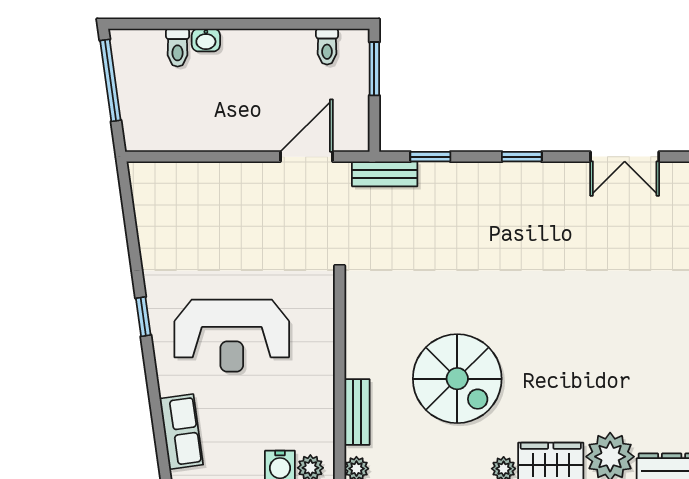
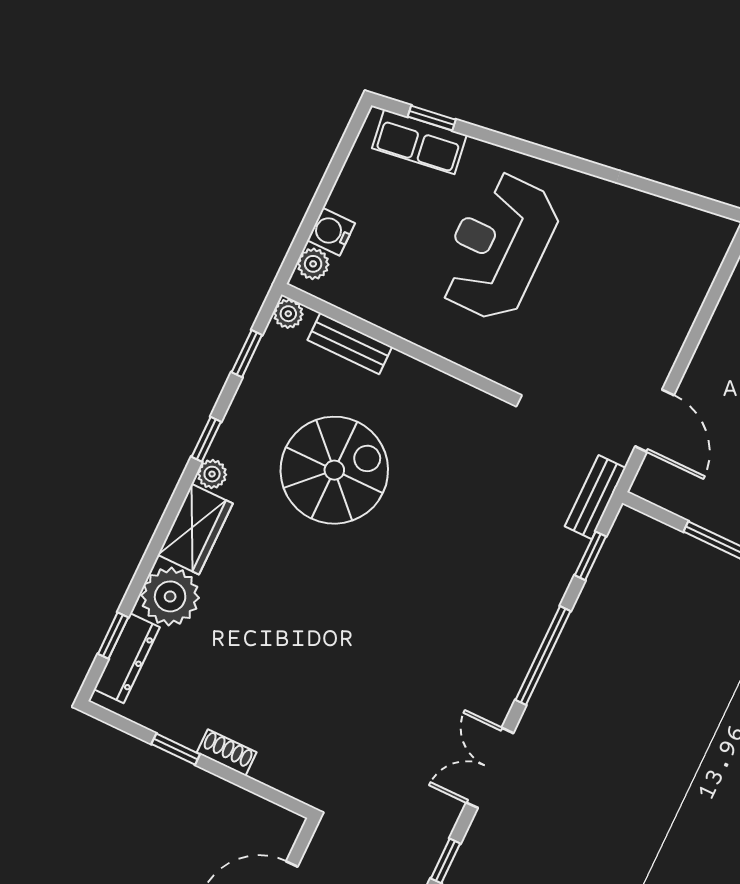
window: (522, 157) -> (543, 656), width x2.17
window: (143, 317) -> (432, 118), moved
spiral stairs: (457, 379) -> (334, 470), turned 180

